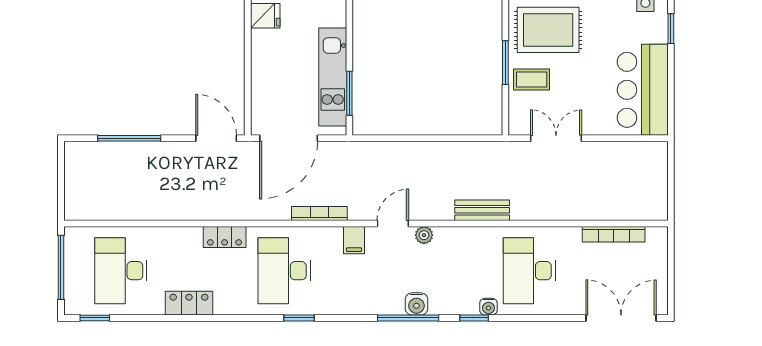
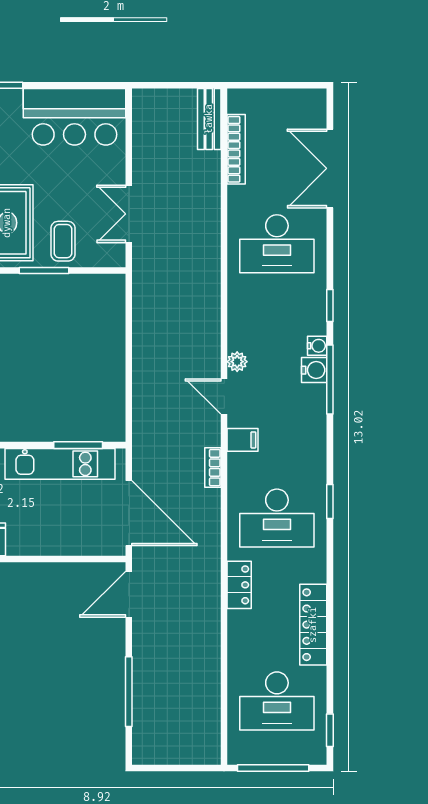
bench: (482, 210) -> (209, 119), moved
bookcase: (319, 213) -> (213, 468), width x0.64
locker: (189, 303) -> (313, 625), width x1.53
water cooler: (488, 307) -> (317, 346), moved
double door: (621, 318) -> (330, 168), moved

